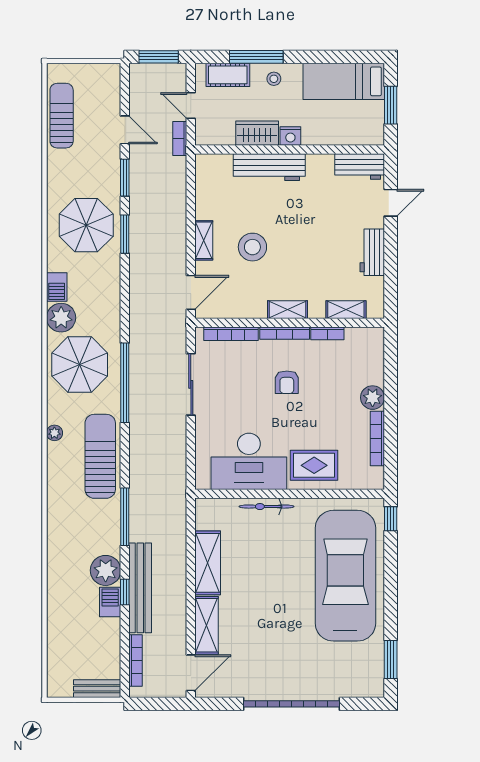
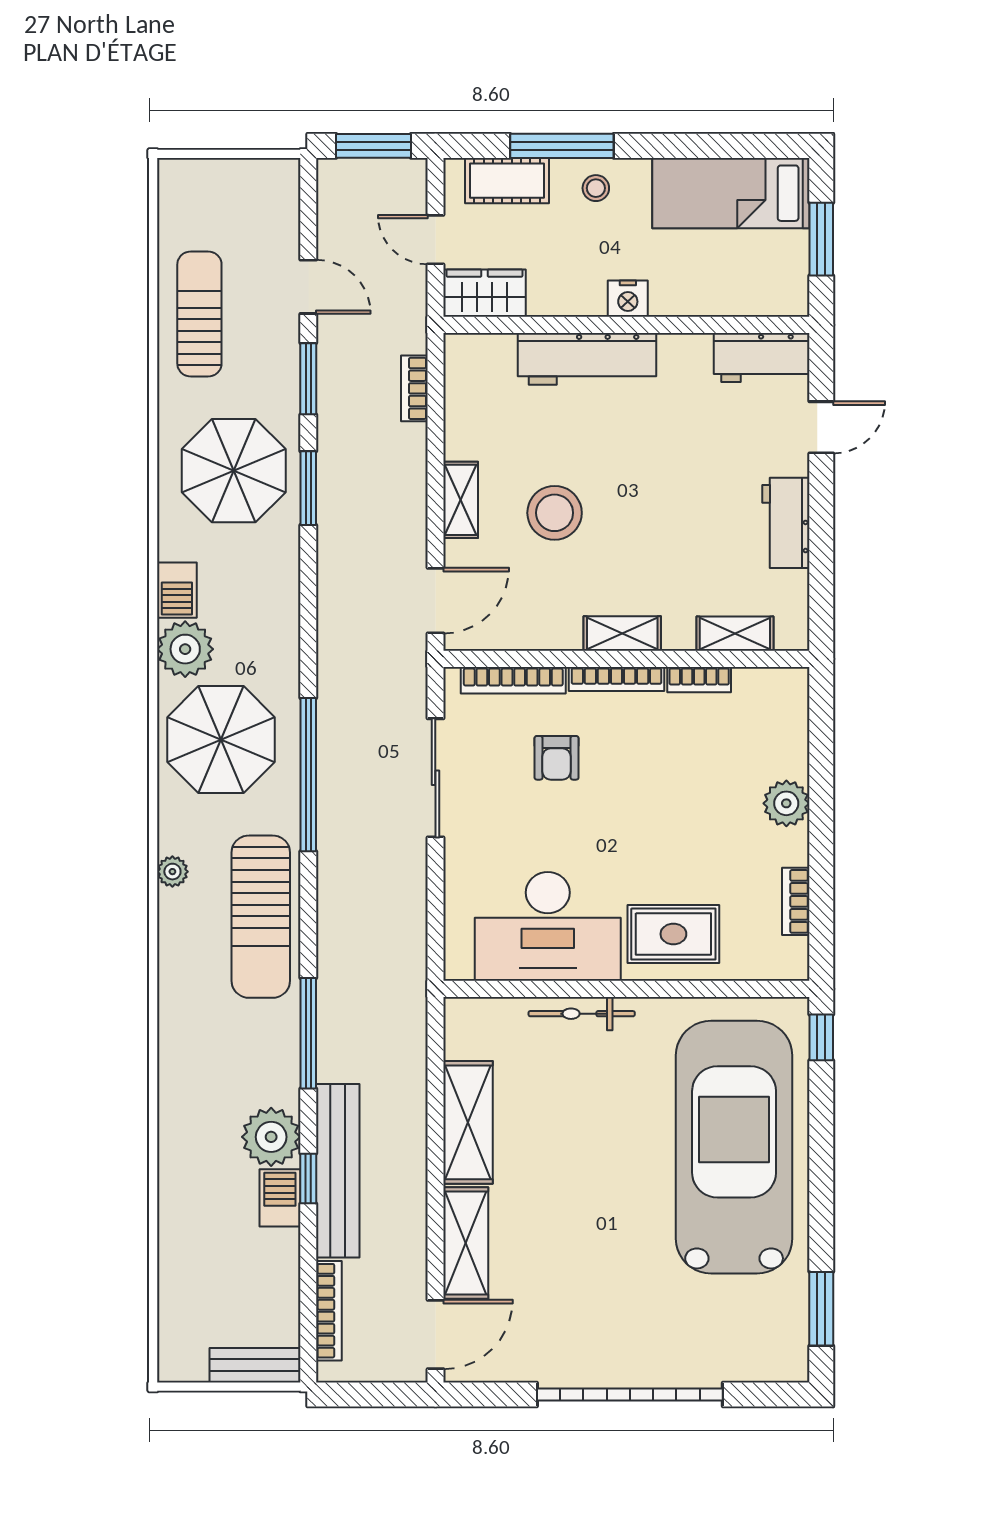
sun lounger: (62, 116) -> (199, 314), moved
wardrobe: (257, 133) -> (485, 293), moved
bookcase: (180, 138) -> (414, 388), moved
armchair: (287, 382) -> (557, 758), moved
bookcase: (377, 439) -> (796, 901), width x0.64
sun lounger: (100, 456) -> (261, 917), turned 180

